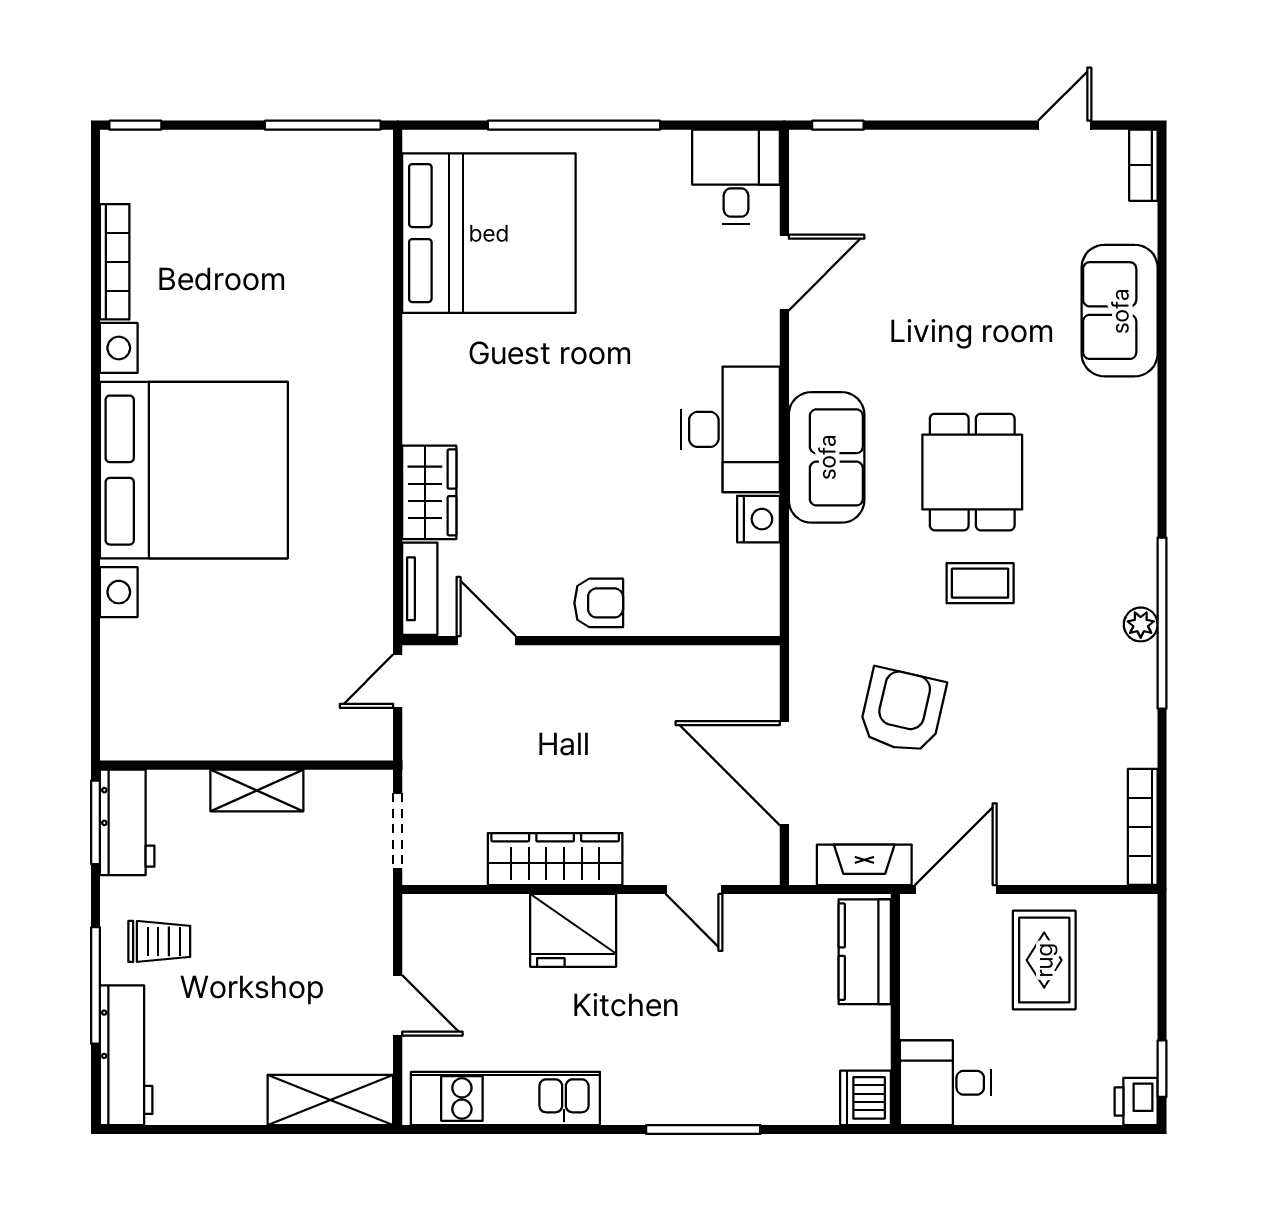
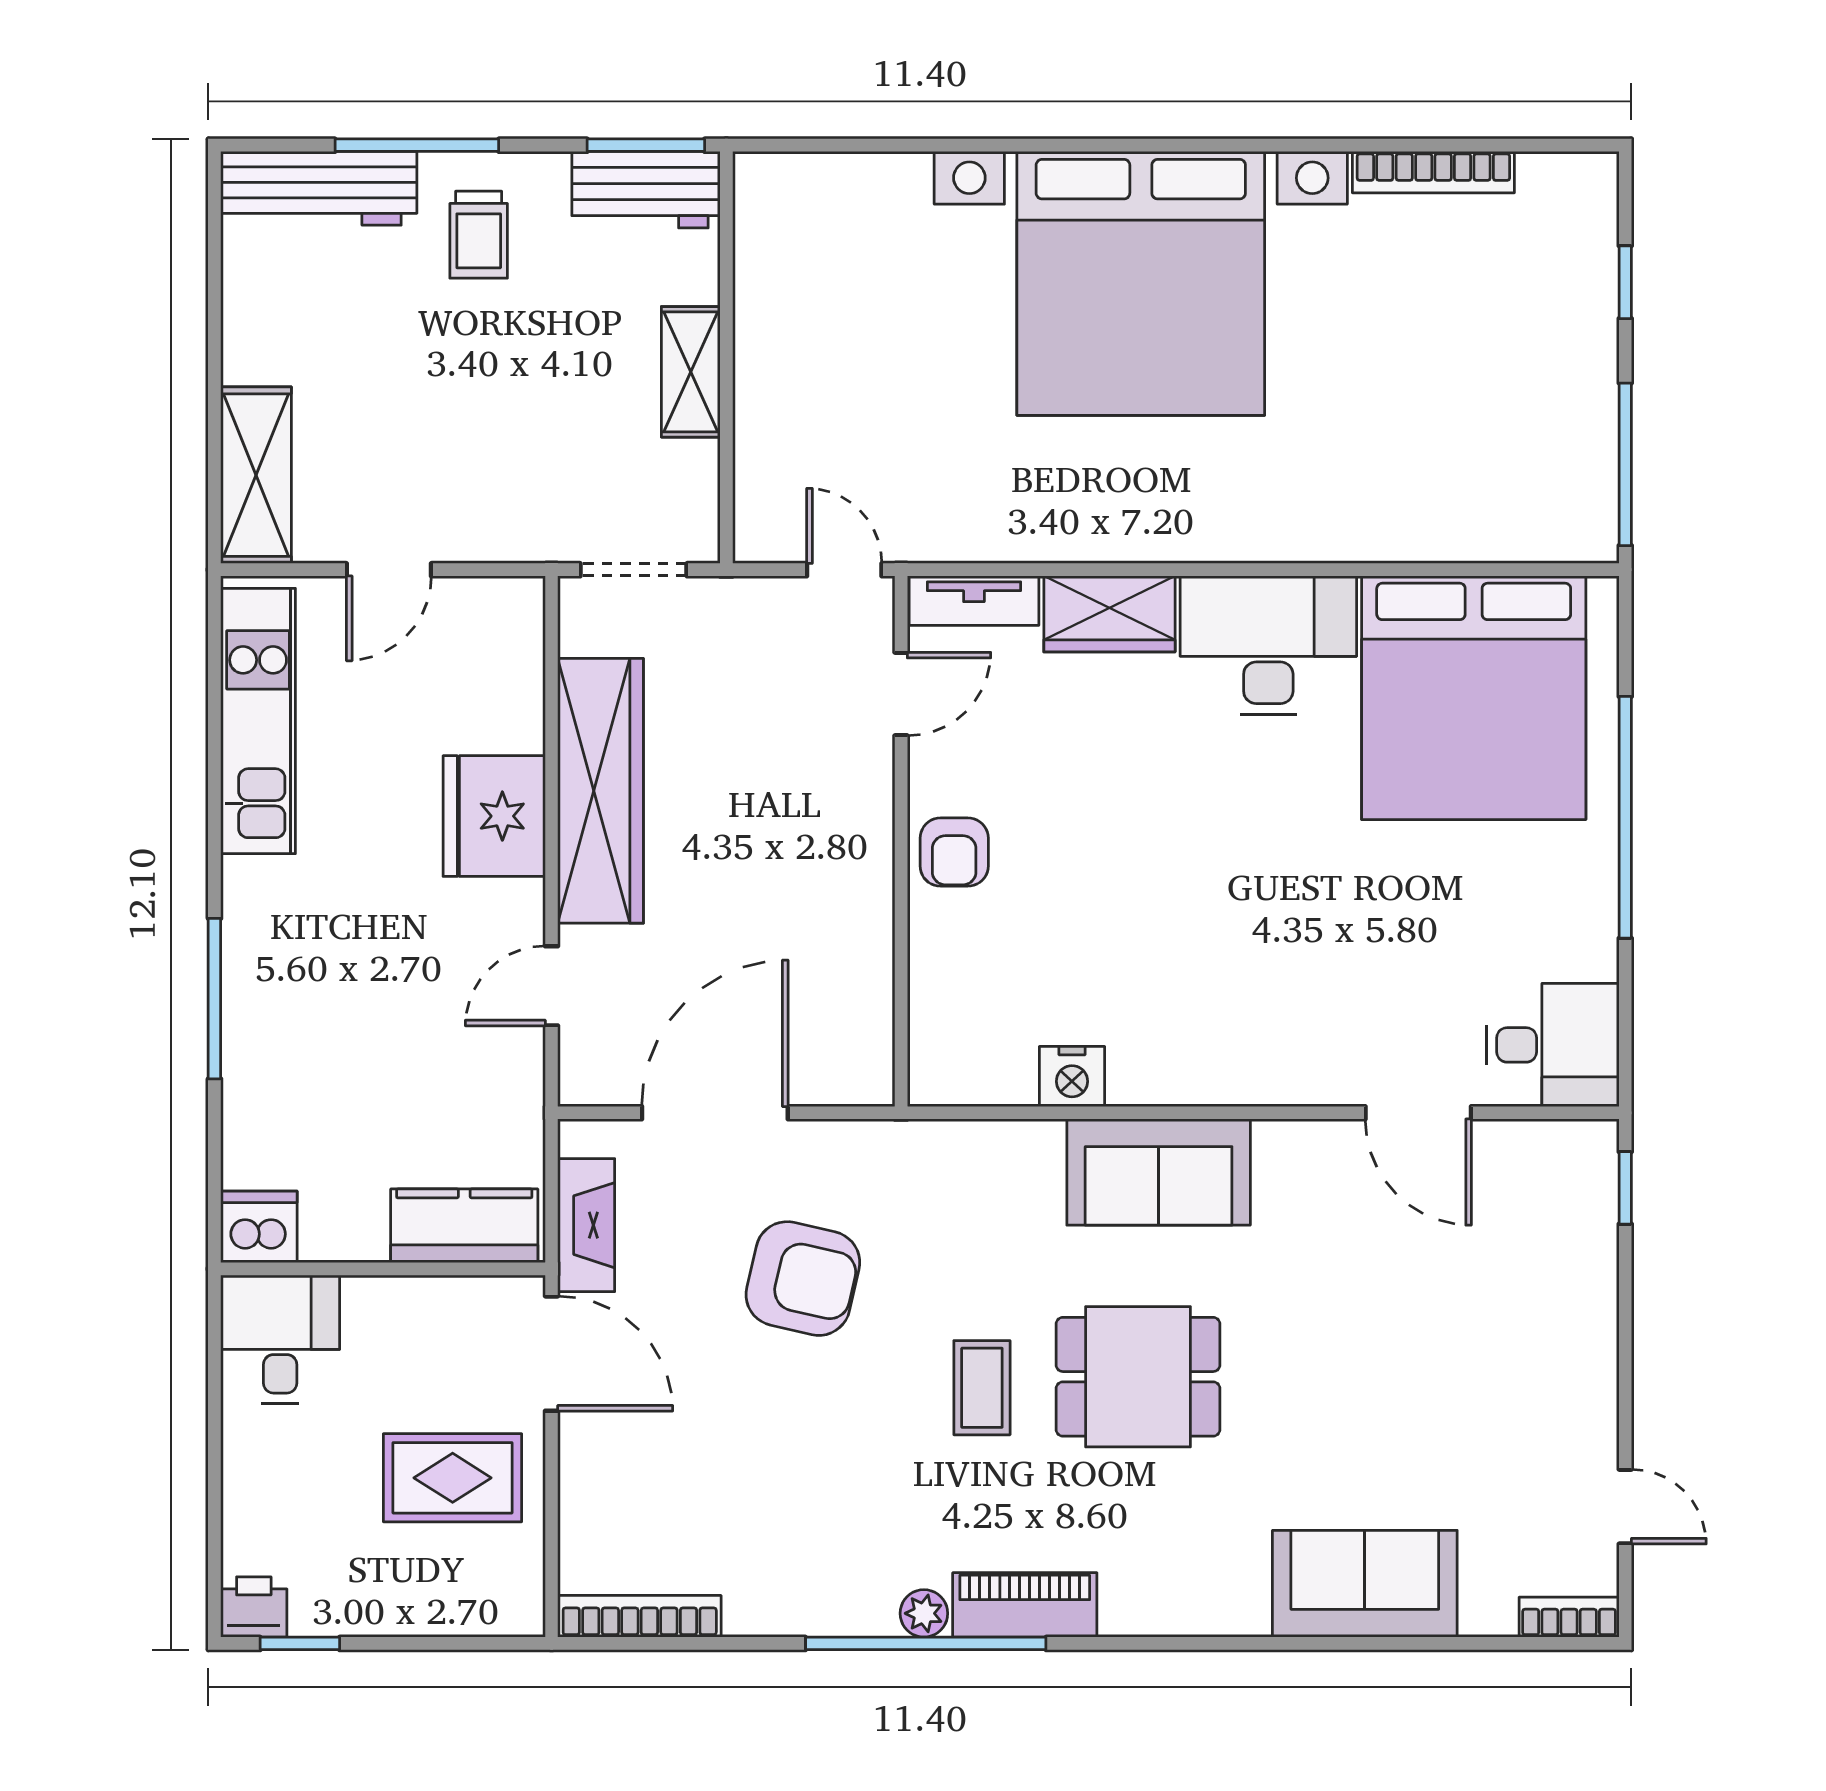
window: (135, 125) -> (1625, 282), moved
desk: (730, 429) -> (1268, 645), moved, turned 180
piano: (1135, 553) -> (1025, 1605), added
wardrobe: (555, 859) -> (601, 791), width x1.40, depth x1.17

